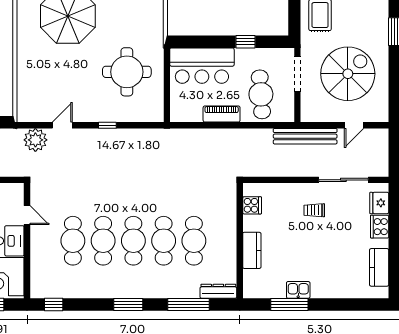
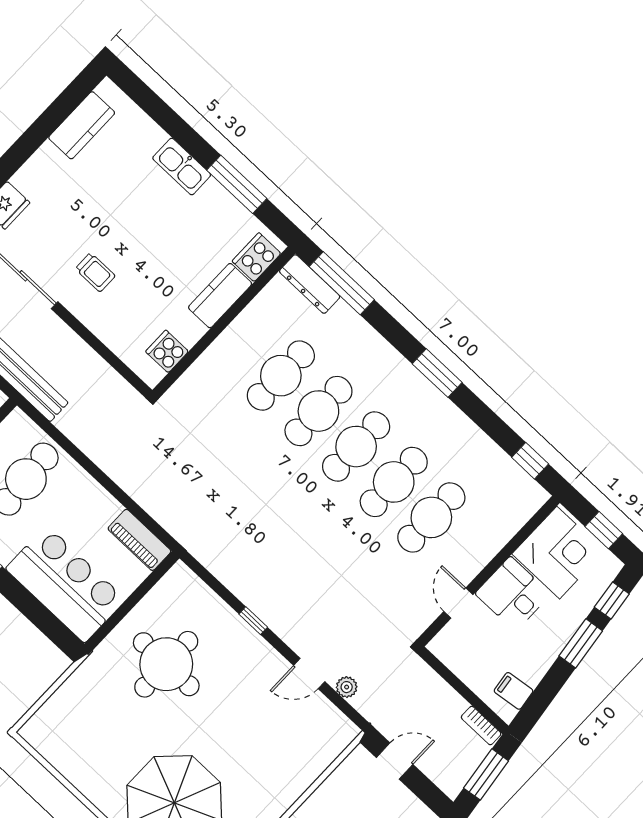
piano: (222, 114) -> (139, 540), moved
plant: (35, 140) -> (347, 687), width x0.53, depth x0.53
cooker: (380, 227) -> (257, 257), moved, turned 180
kitchen sink: (298, 290) -> (182, 167), moved, width x1.38
window: (188, 305) -> (342, 283), moved

